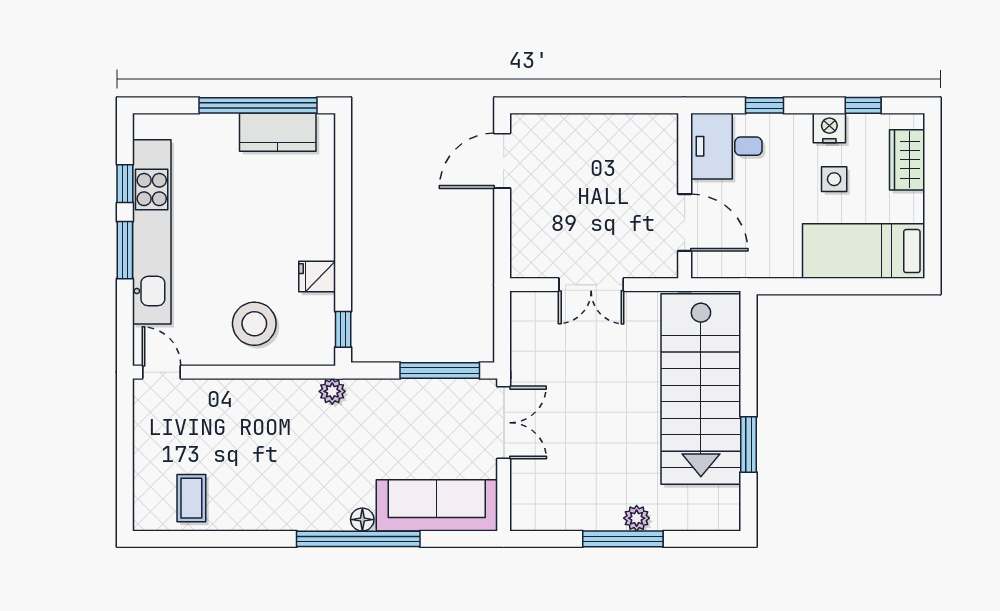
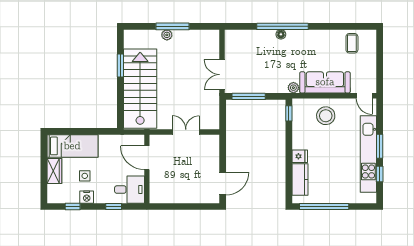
kitchen counter: (278, 132) -> (300, 180), moved, turned 90
wardrobe: (907, 160) -> (54, 171), moved
fridge: (317, 277) -> (300, 156), moved
sofa: (437, 505) -> (325, 82), moved, turned 180

